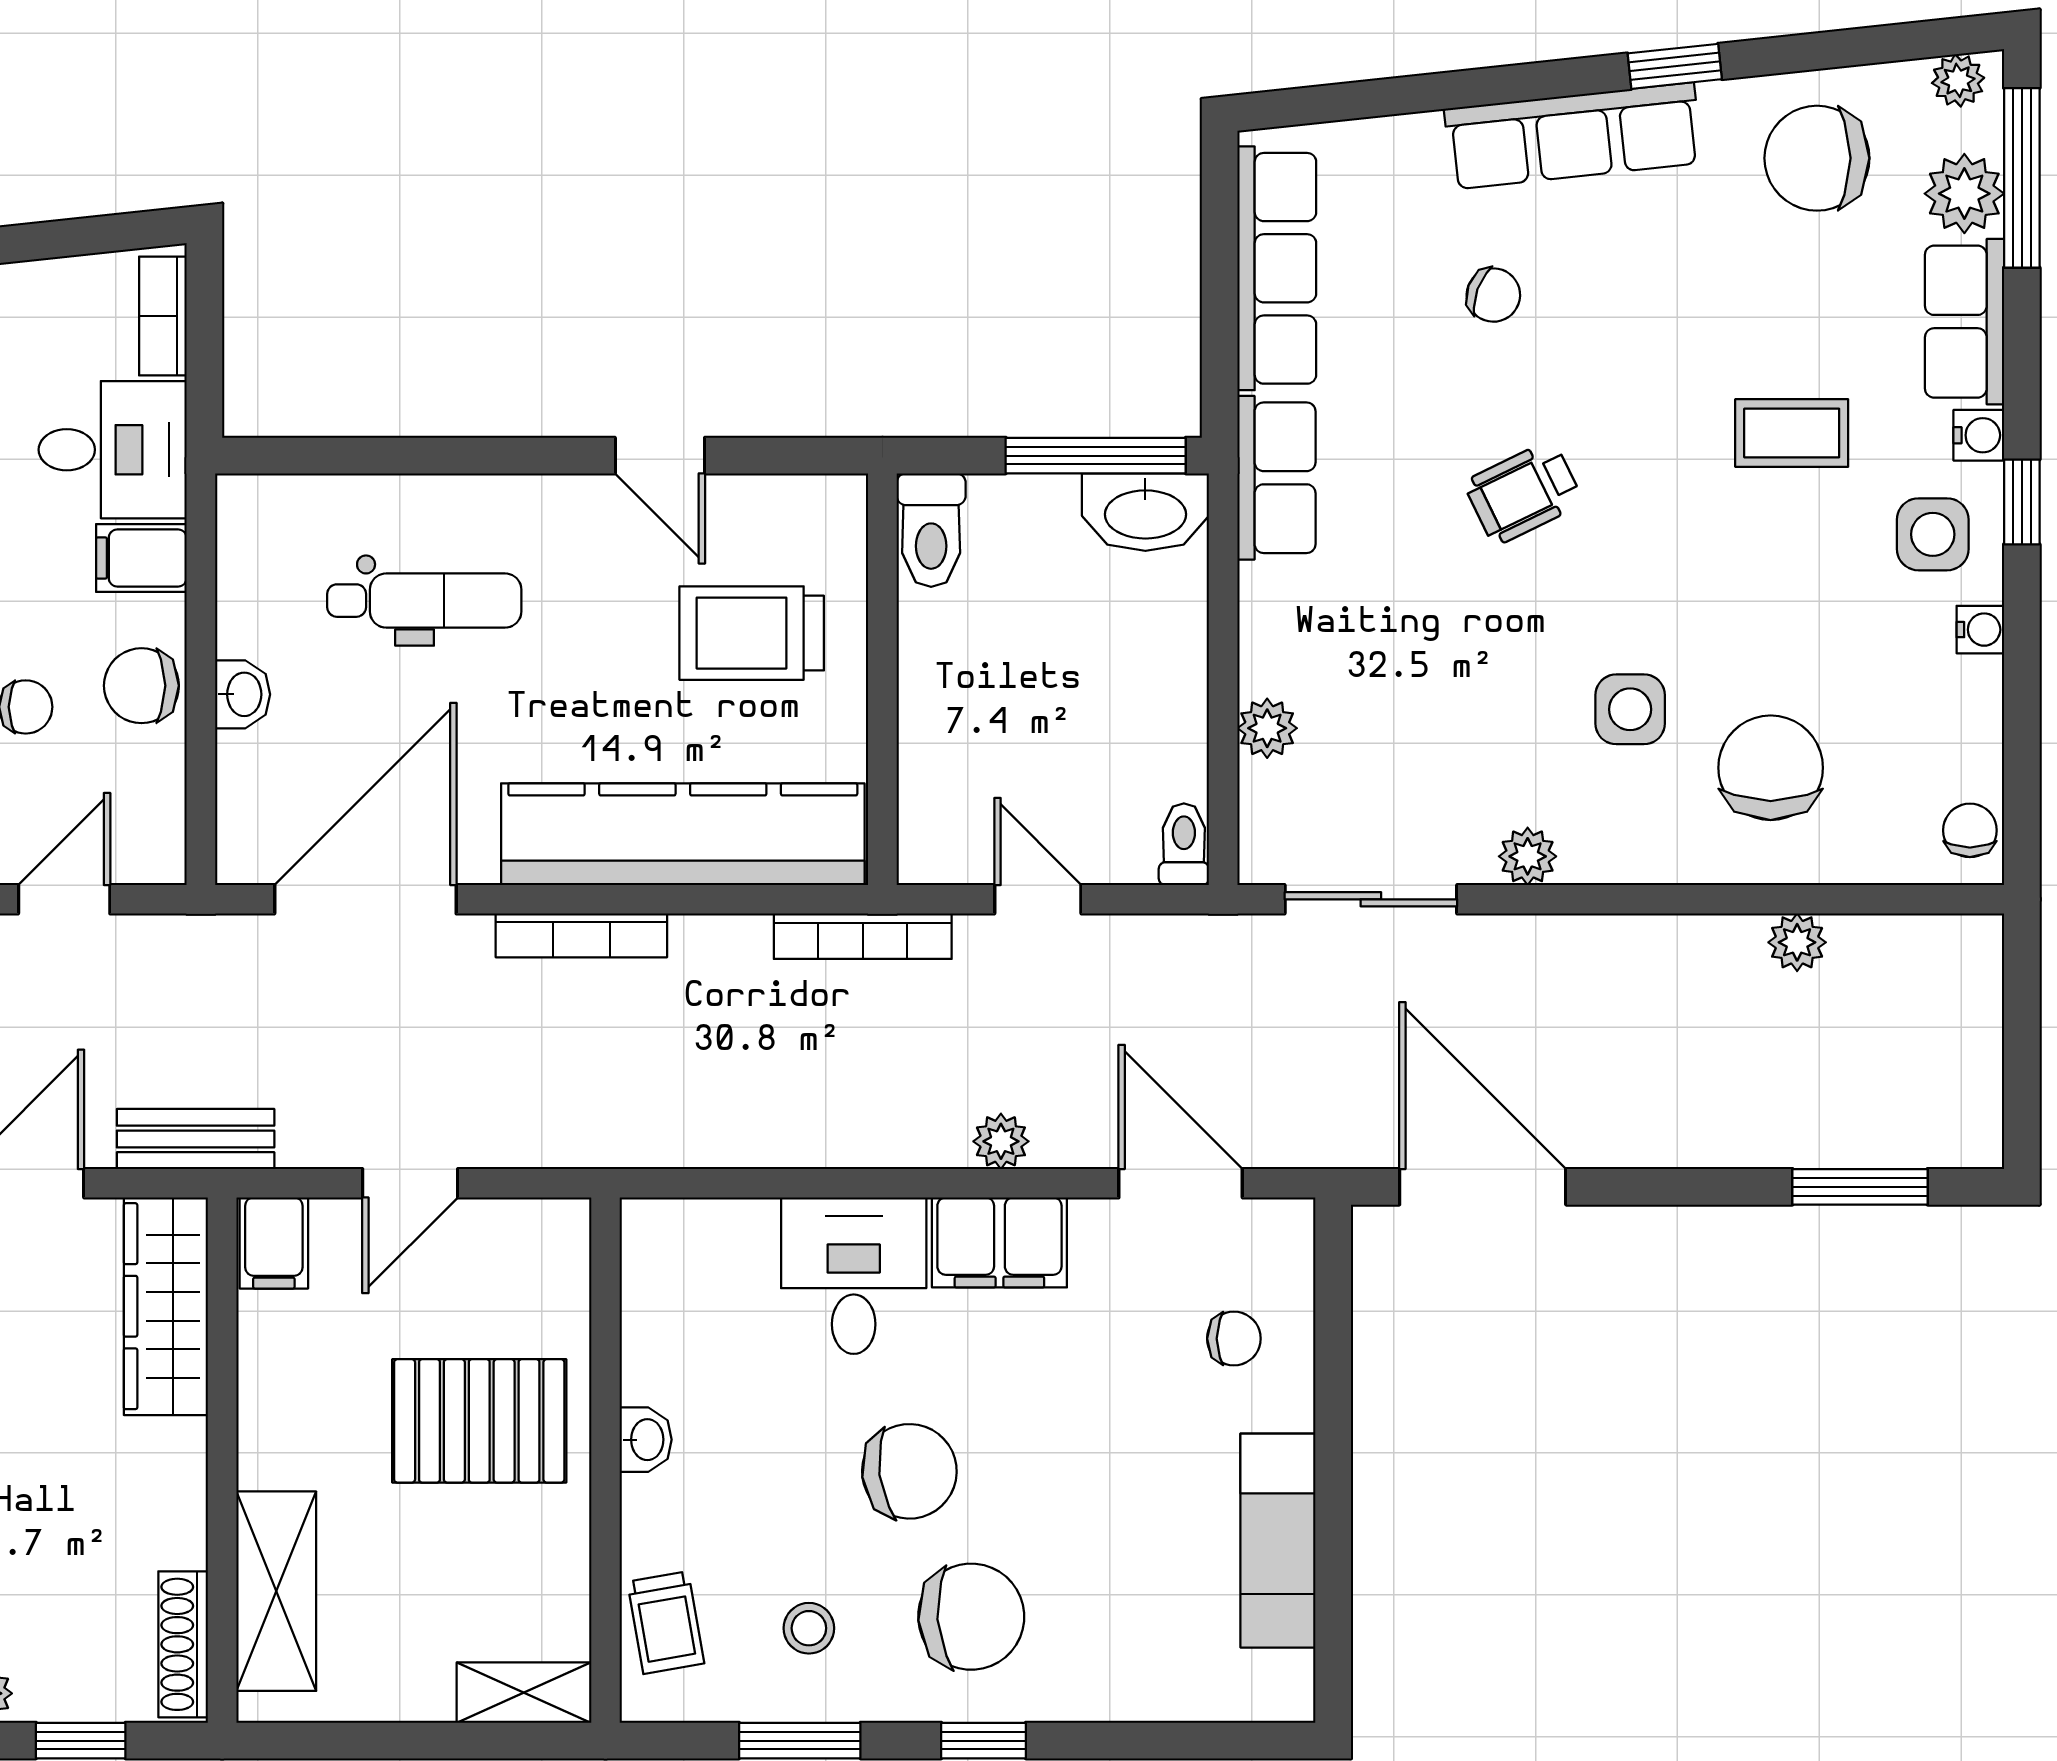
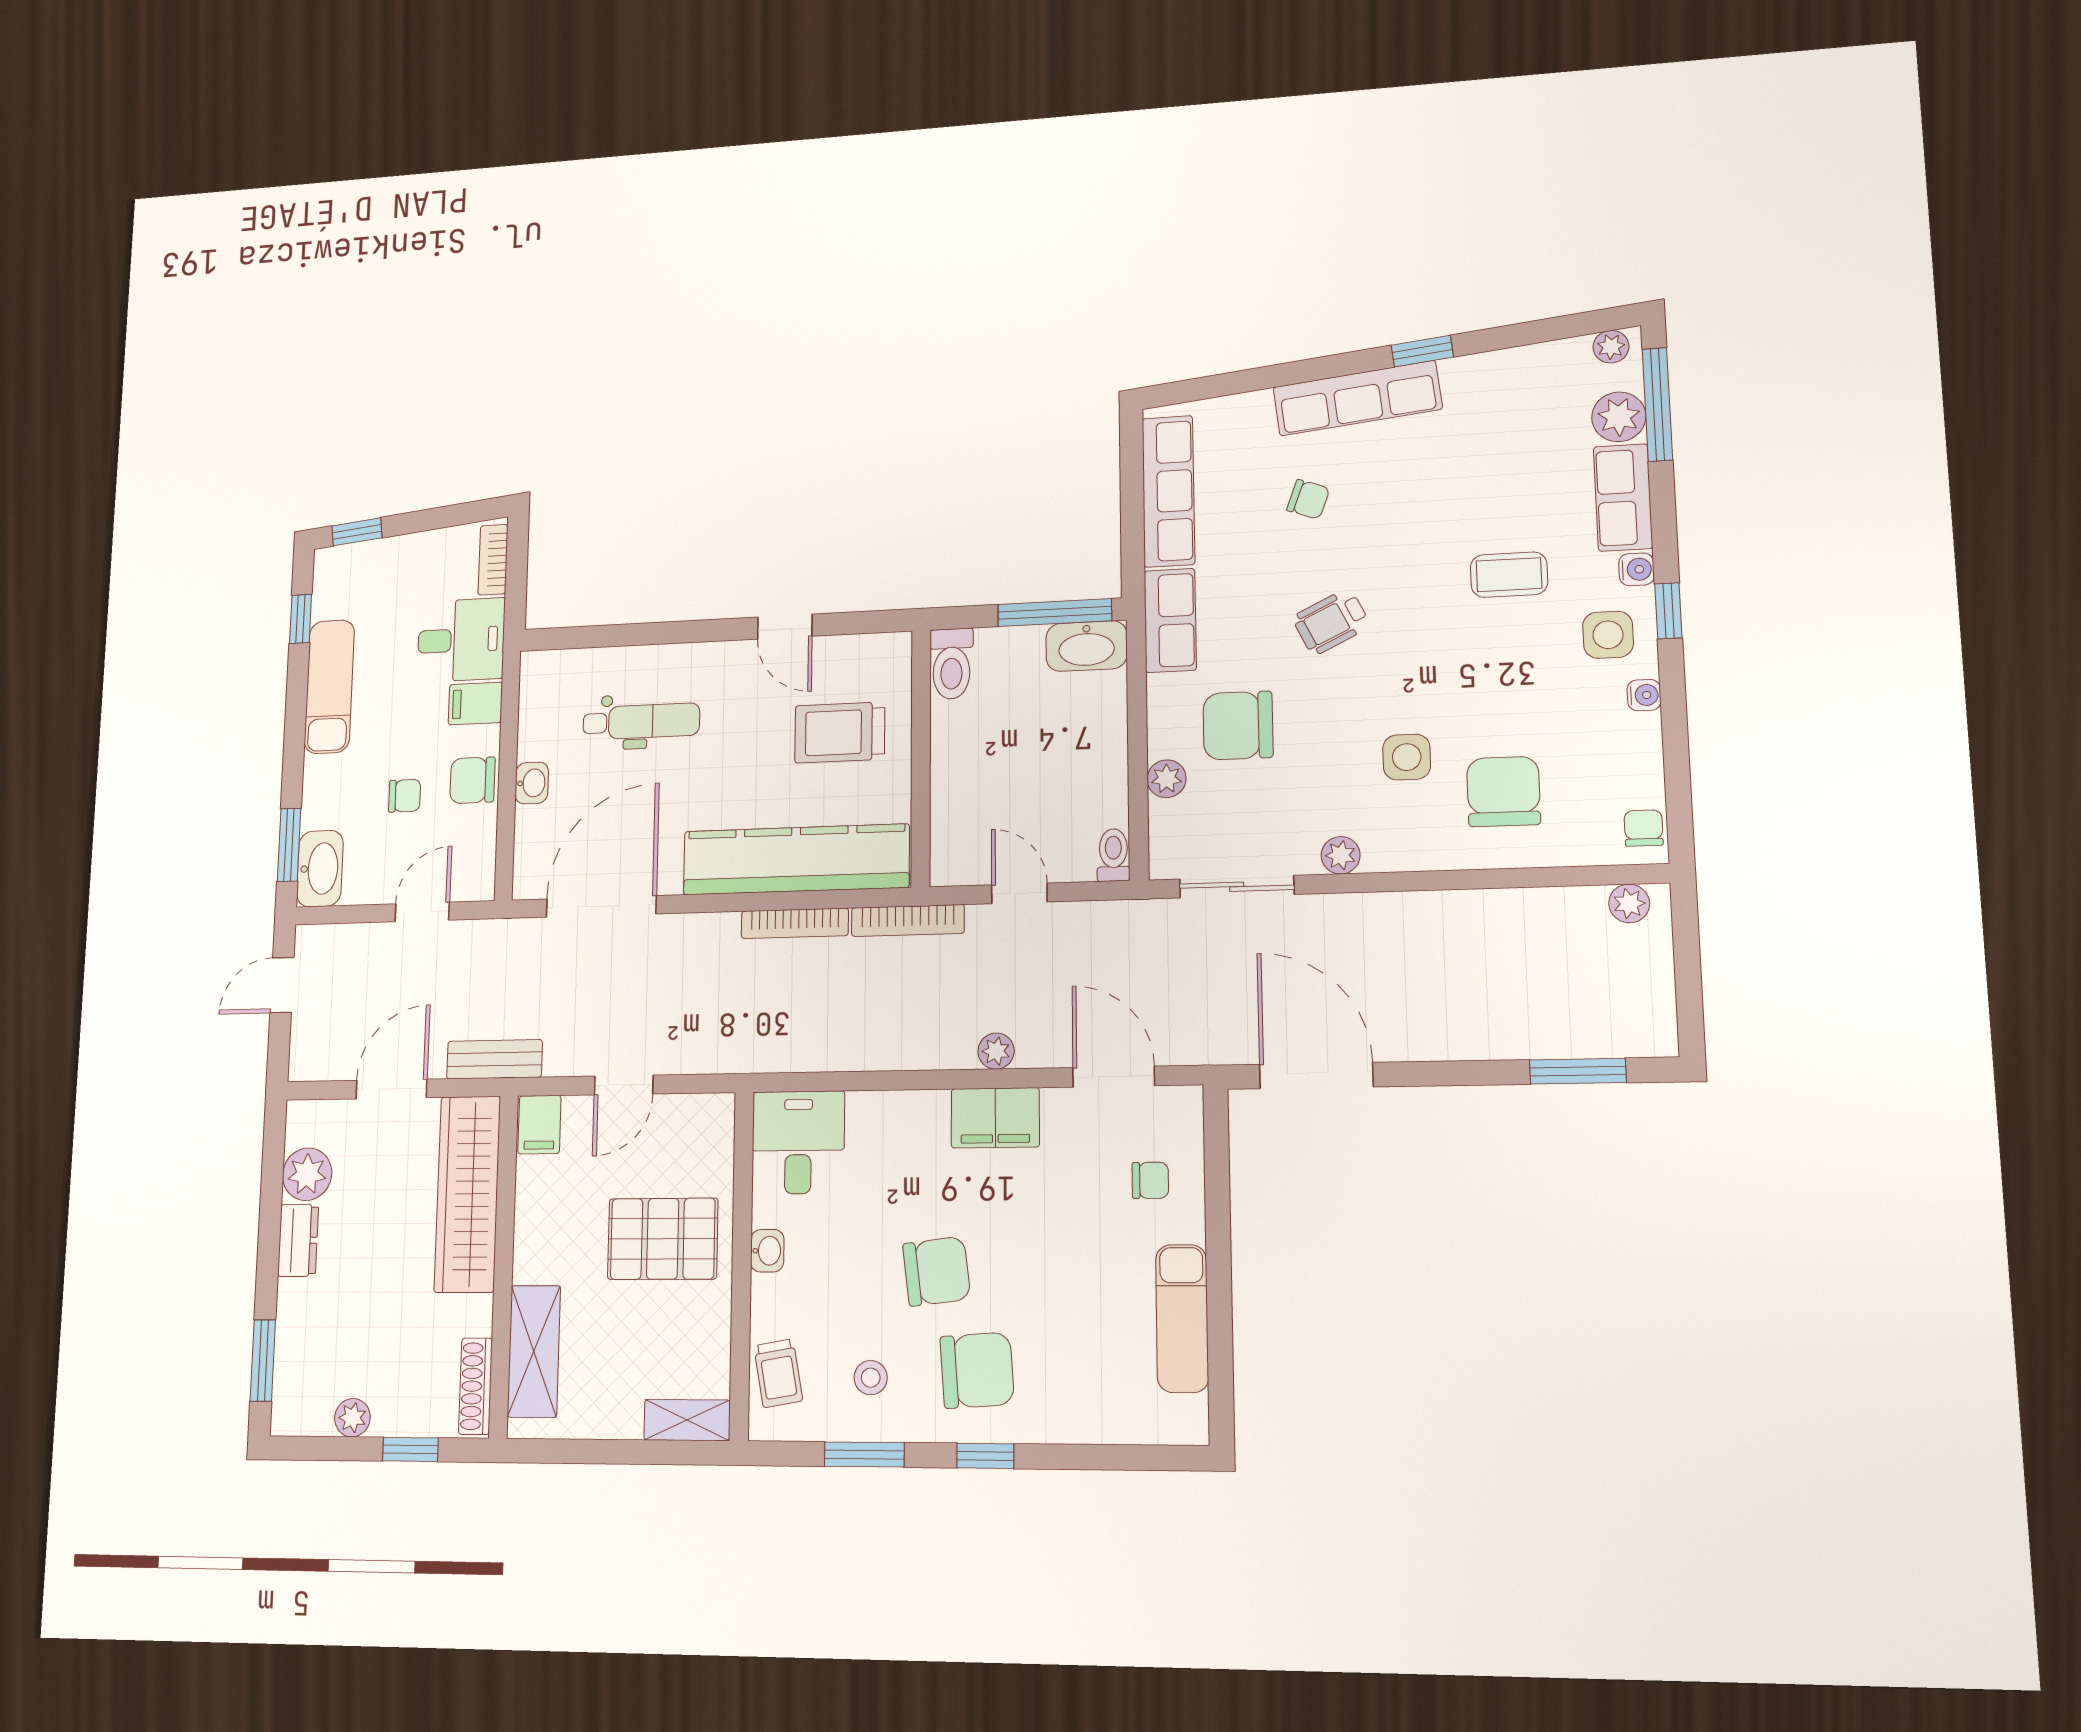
chair: (1817, 158) -> (1238, 726), moved
bookcase: (581, 935) -> (795, 923), moved
plant: (1797, 942) -> (1629, 903), moved
desk: (854, 1276) -> (798, 1142), moved
wardrobe: (166, 1306) -> (467, 1194), width x1.40, depth x1.17

